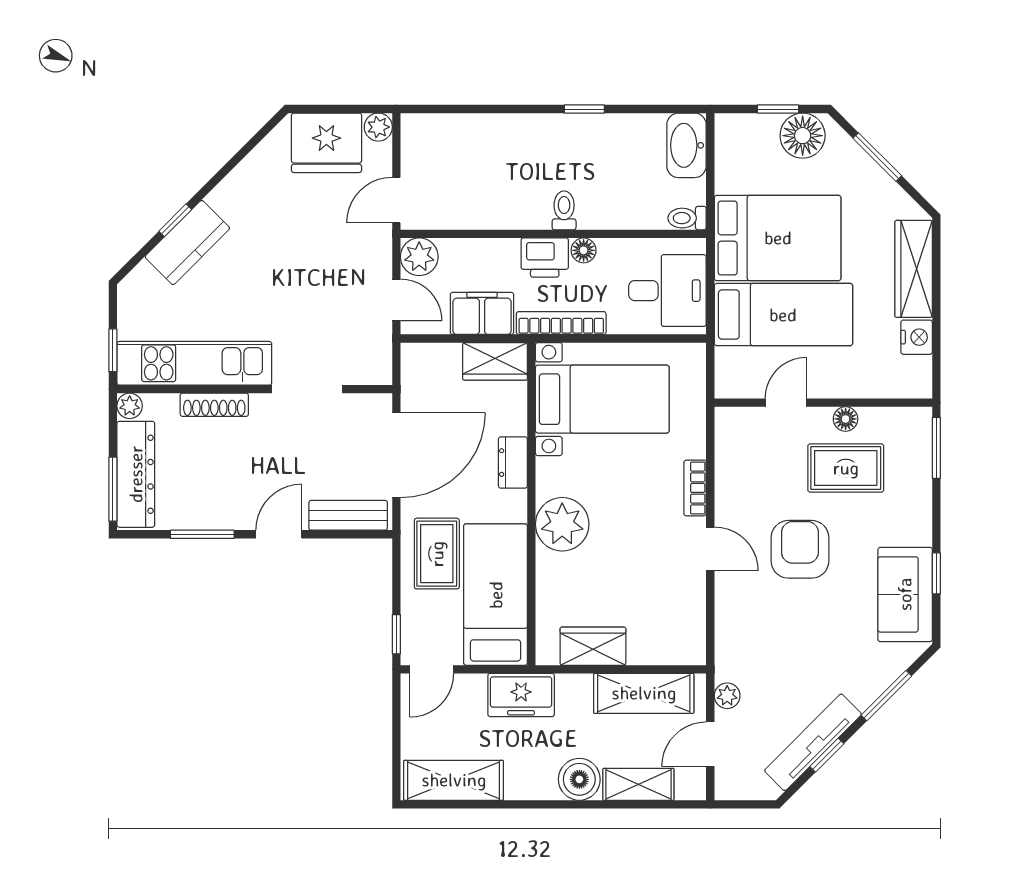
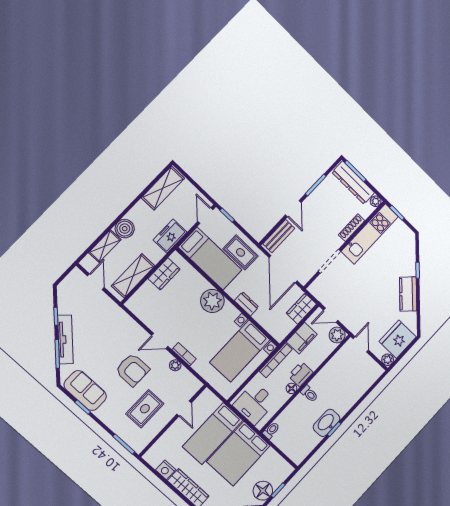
washbasin: (686, 145) -> (327, 423), moved, turned -90
kitchen counter: (187, 243) -> (408, 294), moved
wardrobe: (495, 361) -> (301, 309), moved
floor lamp: (846, 419) -> (161, 423), removed
plant: (727, 696) -> (175, 365), moved
tv unit: (813, 742) -> (65, 339), moved

